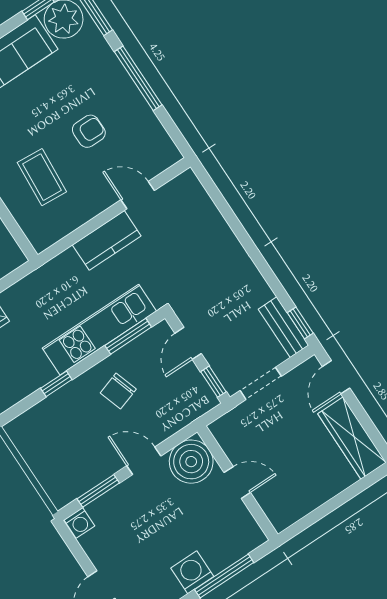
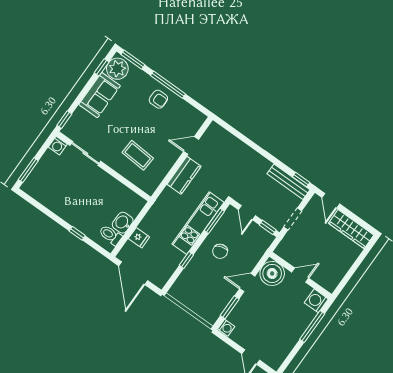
armchair: (89, 131) -> (158, 99), moved, turned 90
bench: (283, 327) -> (288, 182), width x1.36
washing machine: (192, 572) -> (316, 301), moved

